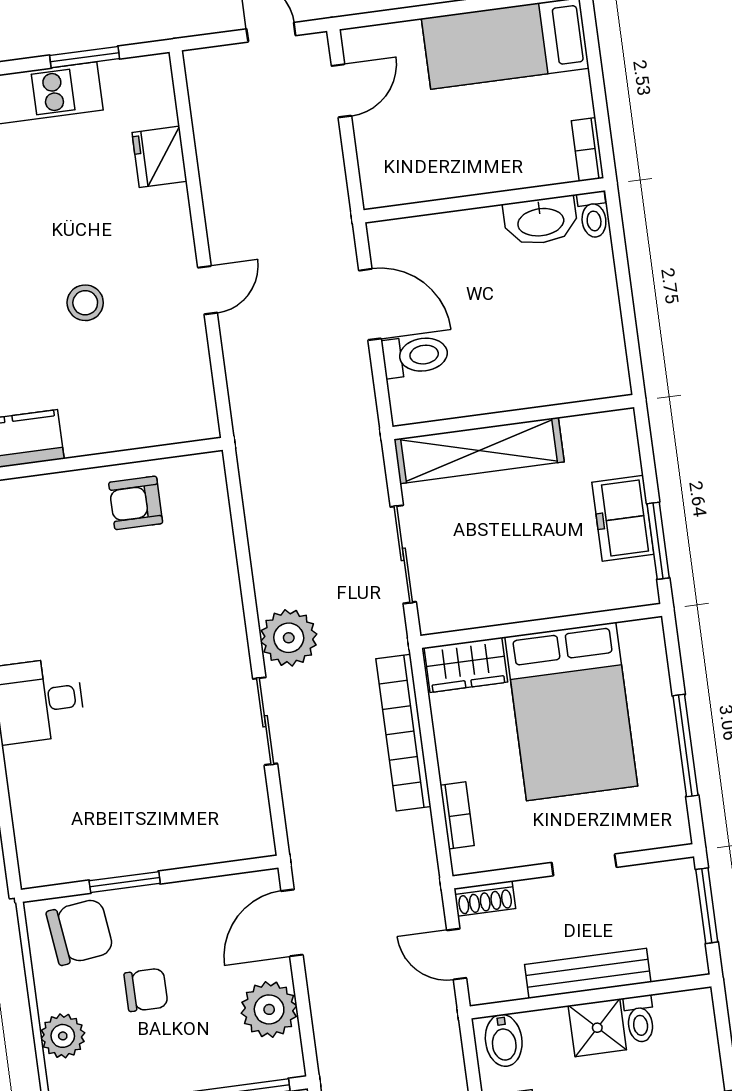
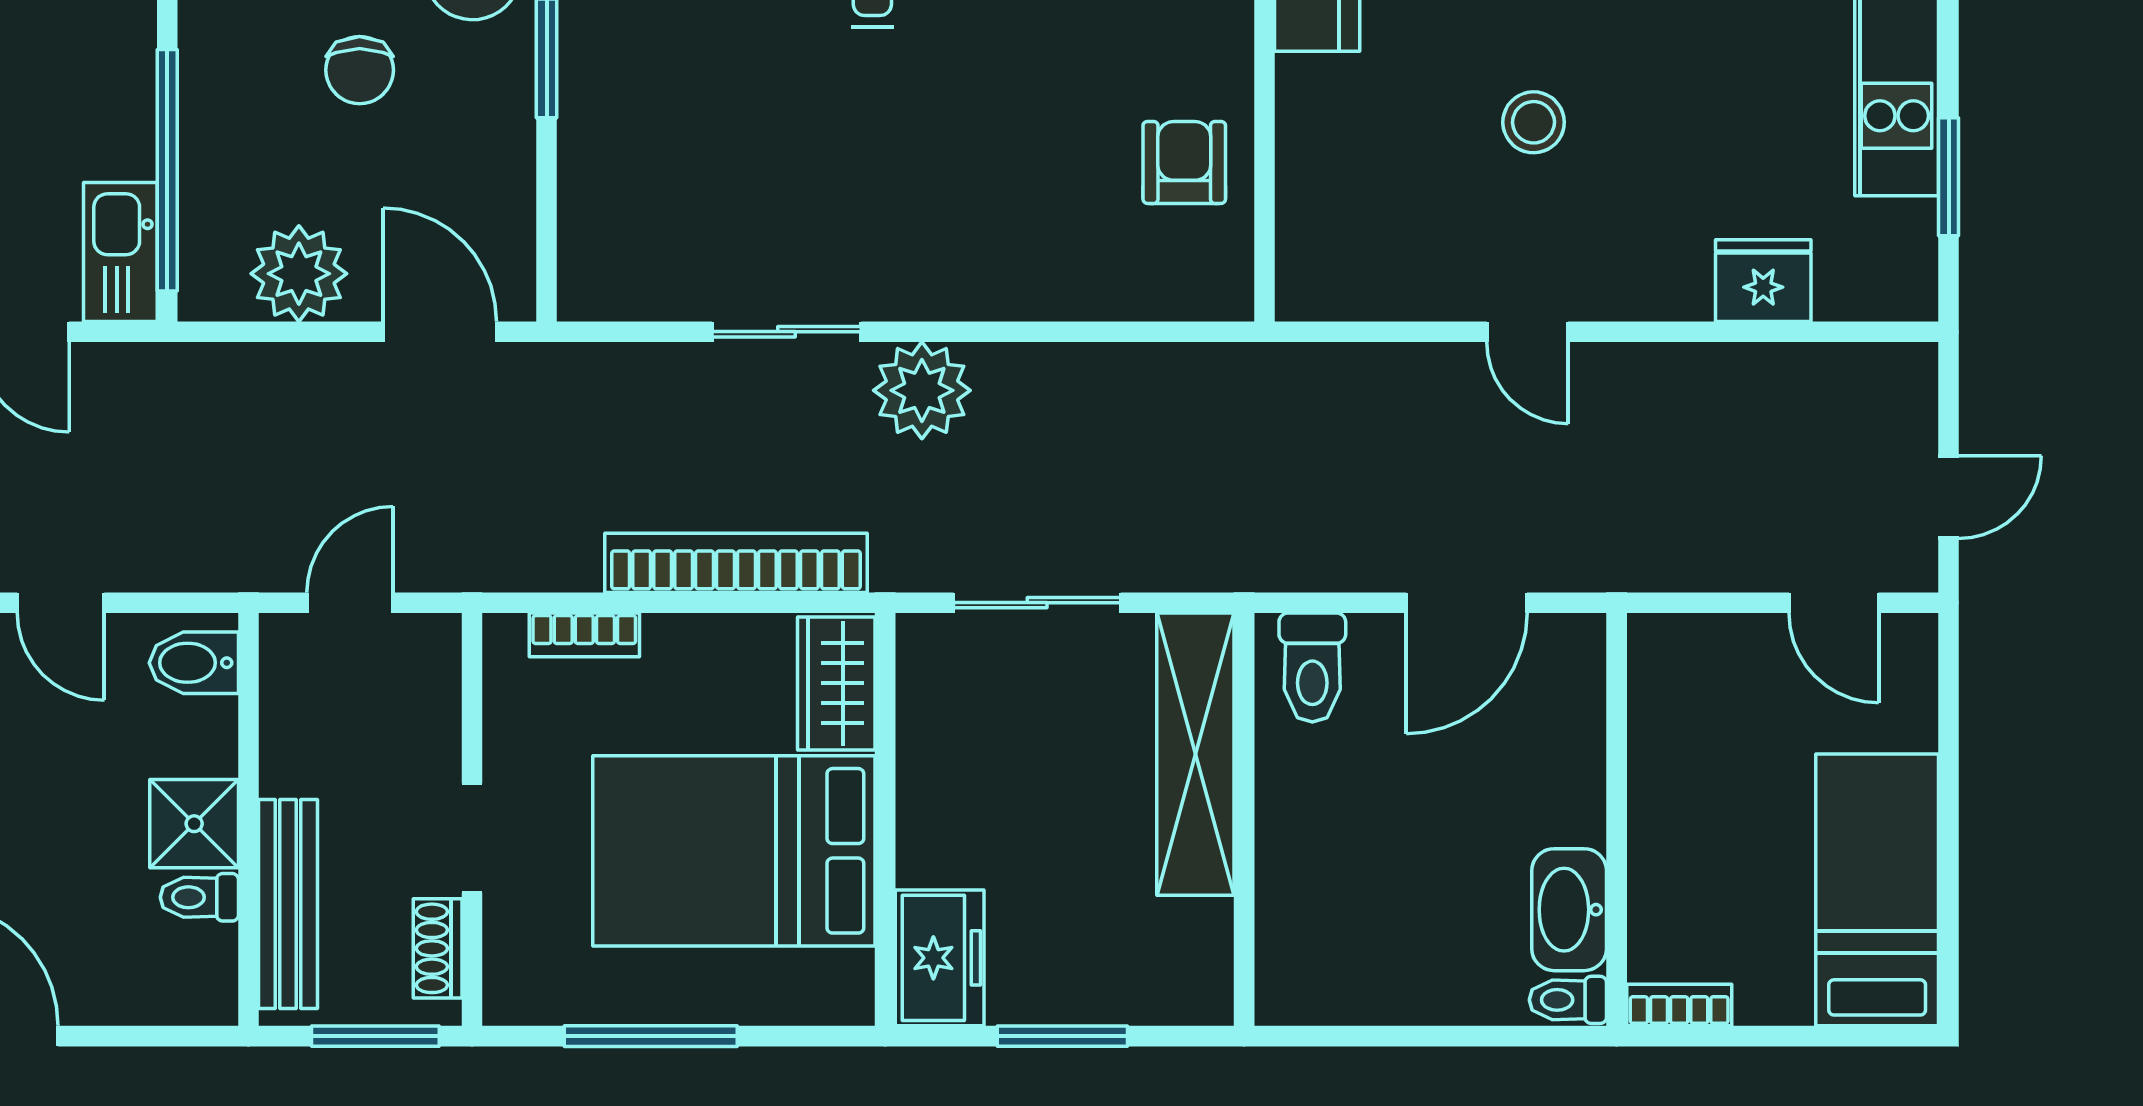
toilet: (415, 356) -> (1312, 668), moved
freezer: (623, 518) -> (940, 958), moved, turned 90
window: (658, 541) -> (1062, 1036), moved
shoe rack: (485, 898) -> (438, 948), moved
bench: (588, 973) -> (288, 904), moved

